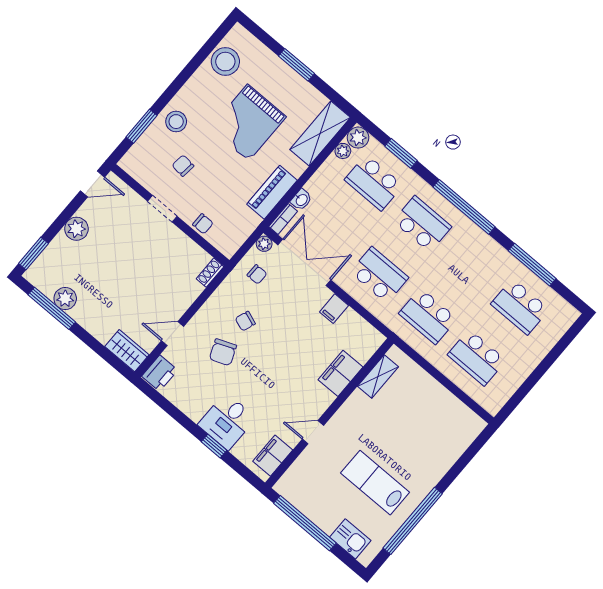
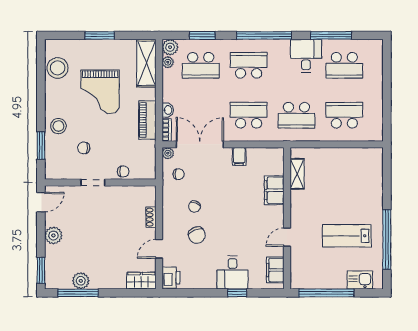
desk: (489, 264) -> (306, 56), added
shoe rack: (210, 273) -> (151, 217), moved
school desk: (477, 358) -> (344, 115), turned 180

